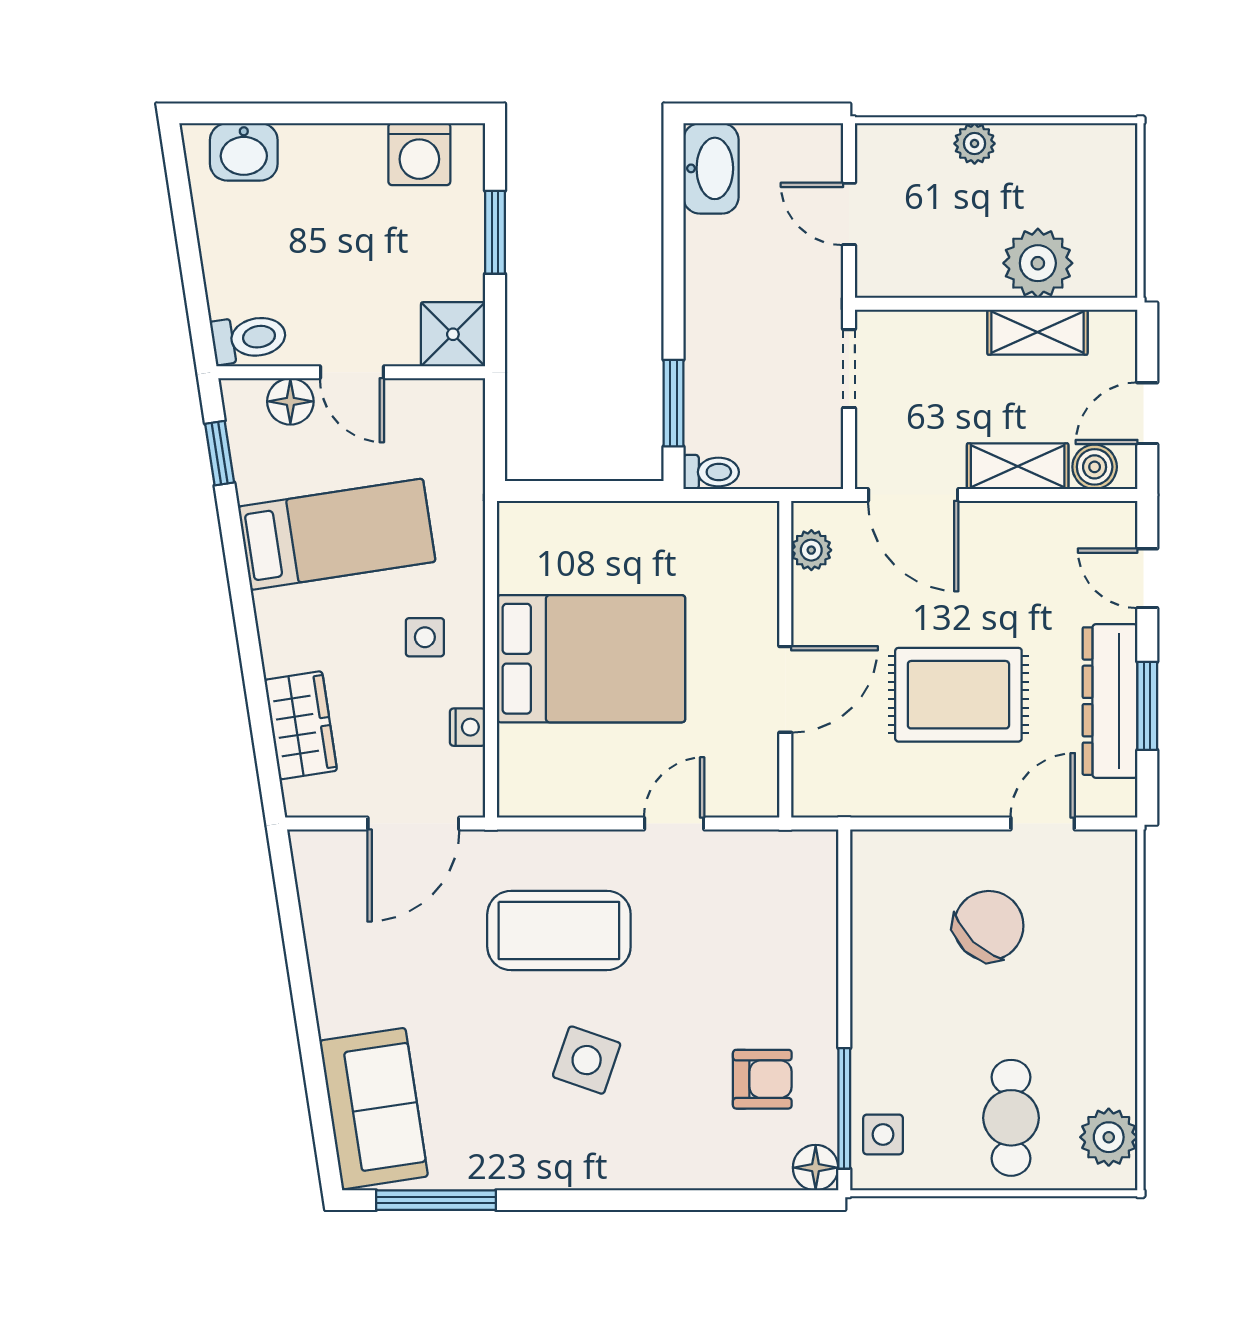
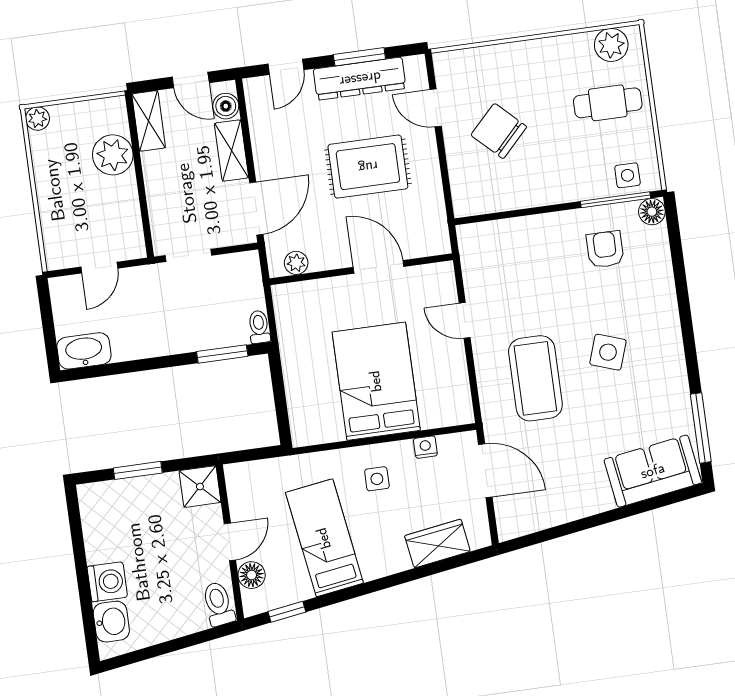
plant: (975, 144) -> (37, 119), moved
washing machine: (419, 154) -> (107, 582), moved
shelving: (1037, 332) -> (149, 121), moved
rug: (958, 695) -> (368, 167), turned 90

